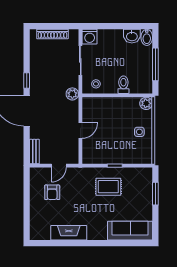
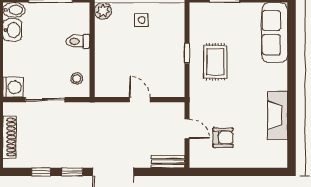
window: (27, 58) -> (41, 172), added
plant: (72, 94) -> (90, 110), removed

